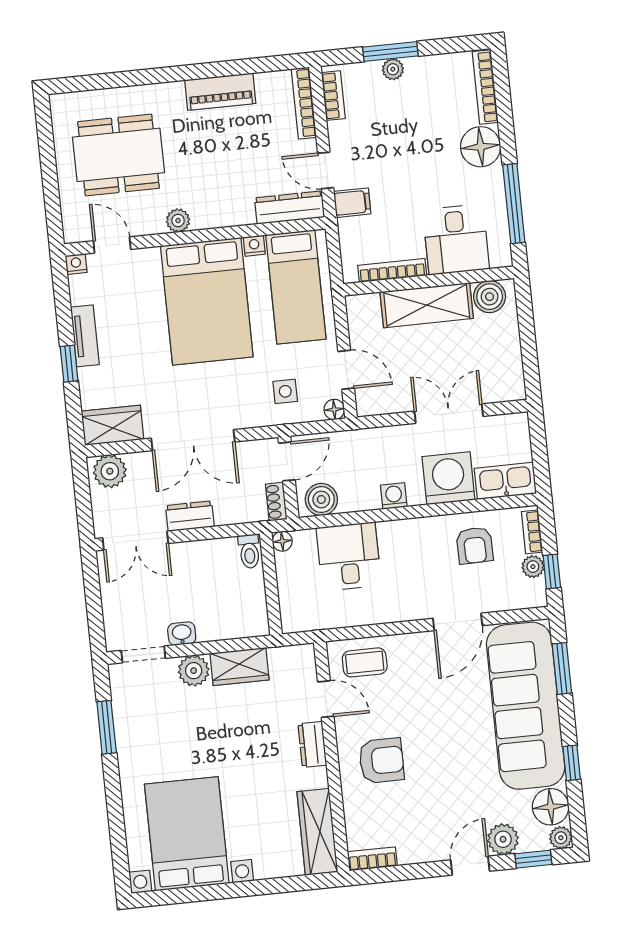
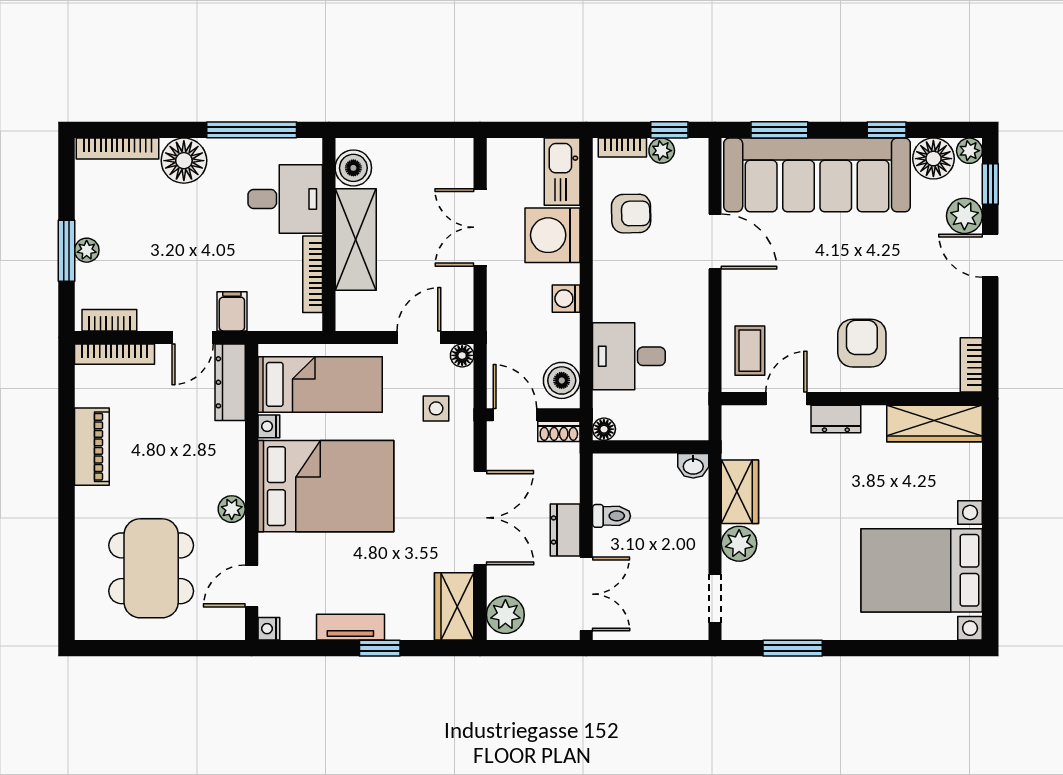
toilet: (249, 551) -> (612, 516), moved
washbasin: (182, 634) -> (693, 466), moved, turned -90

